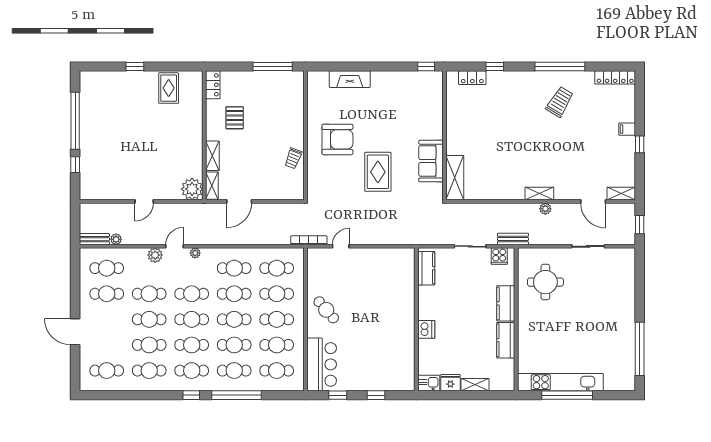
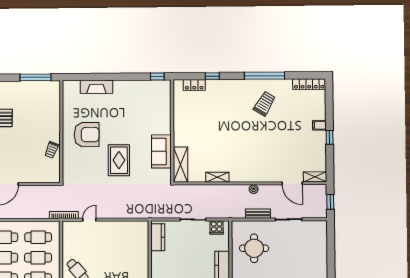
shelving: (539, 194) -> (217, 177), moved
bench: (513, 239) -> (258, 214), moved

